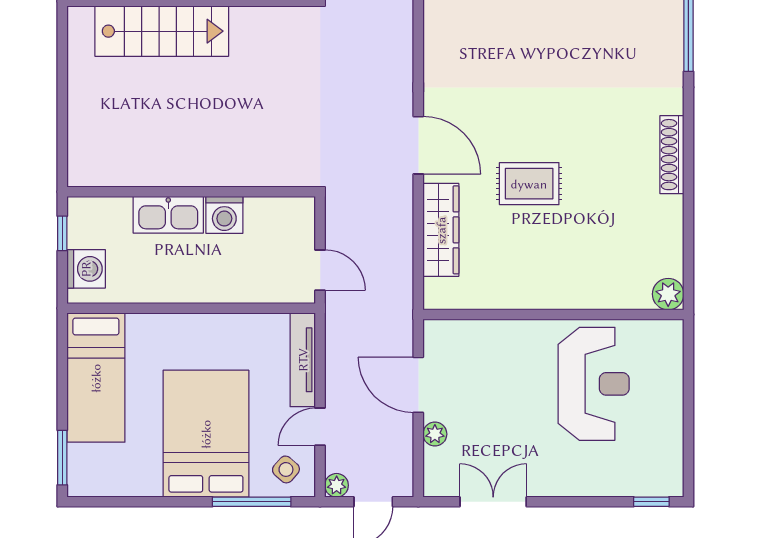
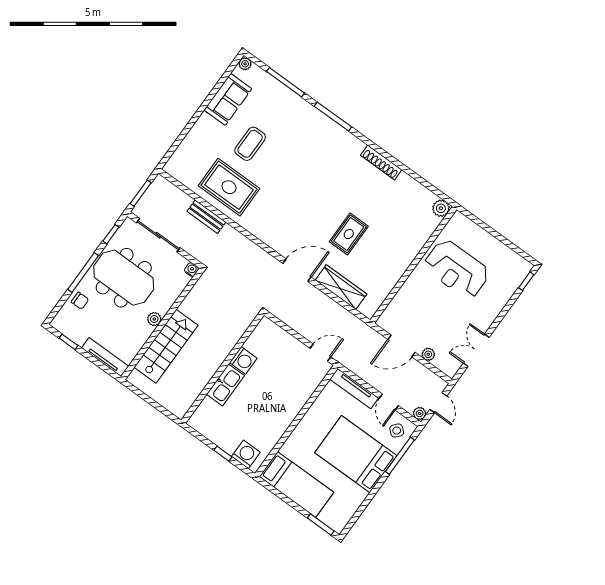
wall: (191, 192) -> (223, 368), moved
kitchen sink: (168, 215) -> (225, 385), moved
washing machine: (224, 215) -> (243, 360), moved
reception desk: (594, 384) -> (457, 269), turned 180

